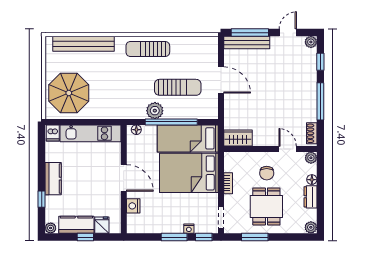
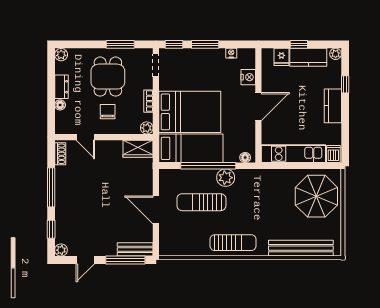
bench: (247, 43) -> (135, 249), width x0.73
plant: (311, 158) -> (147, 128), moved
door: (124, 178) -> (258, 107), swing flipped
nightstand: (189, 229) -> (231, 53), moved

